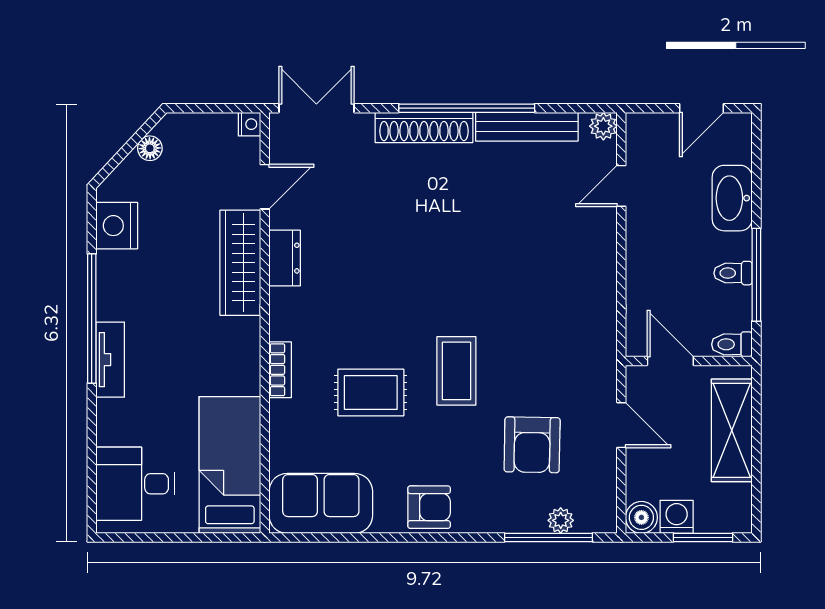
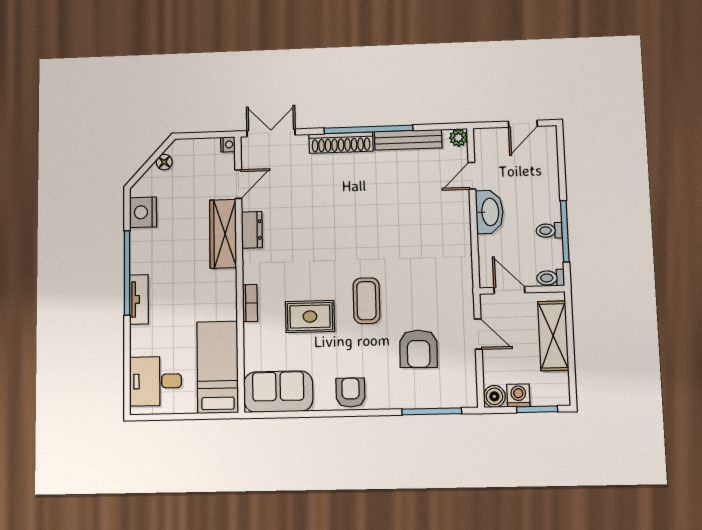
washbasin: (732, 198) -> (489, 212), moved, turned 180
armchair: (429, 507) -> (351, 393), turned -90
plant: (561, 520) -> (440, 400), removed

